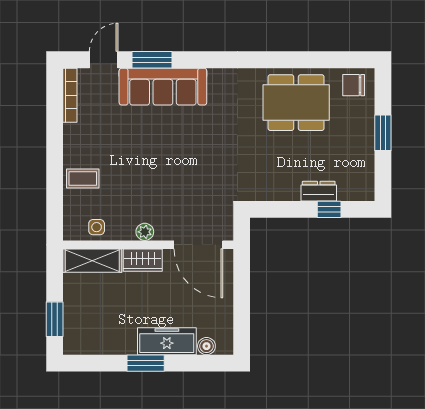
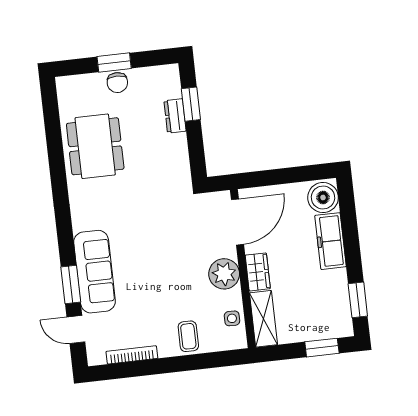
chair: (354, 85) -> (117, 83), moved
bookcase: (70, 95) -> (132, 355), moved
window: (329, 209) -> (191, 104), width x1.50
plant: (145, 232) -> (224, 274), width x1.88, depth x1.88
boiler: (206, 346) -> (323, 198), width x1.86, depth x1.86
window: (146, 363) -> (358, 300), moved

